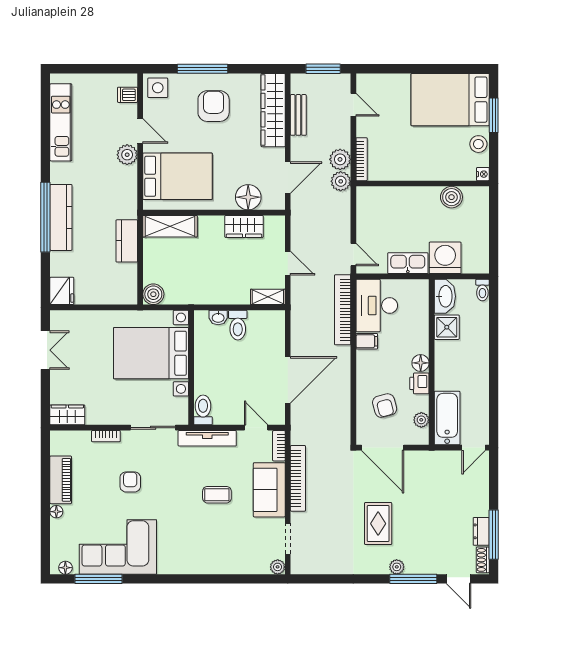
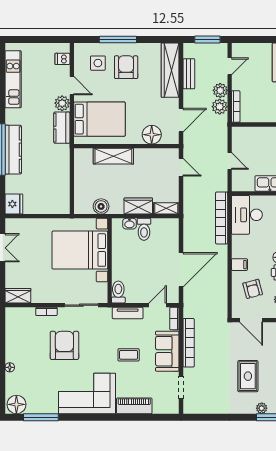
side table: (158, 88) -> (98, 63), moved
door: (353, 105) -> (230, 66), hinge flipped
plant: (341, 181) -> (220, 90), moved
shelving: (170, 226) -> (113, 156), moved
wardrobe: (244, 226) -> (138, 206), moved, turned 180
kitchen counter: (127, 241) -> (62, 128), moved
door: (353, 255) -> (230, 161), moved
door: (288, 263) -> (181, 167), moved
boiler: (153, 294) -> (101, 206), moved
filing cabinet: (367, 341) -> (239, 265), moved
door: (256, 428) -> (158, 305), hinge flipped
tv unit: (207, 438) -> (128, 313), width x0.71
door: (383, 448) -> (251, 320), width x0.73
piano: (61, 480) -> (134, 406), moved, turned -90
armchair: (130, 482) -> (64, 345), width x1.88, depth x1.88
corner sofa: (118, 547) -> (87, 393), moved
plant: (278, 567) -> (173, 408), removed
floor lamp: (65, 568) -> (16, 404), width x1.89, depth x1.89

